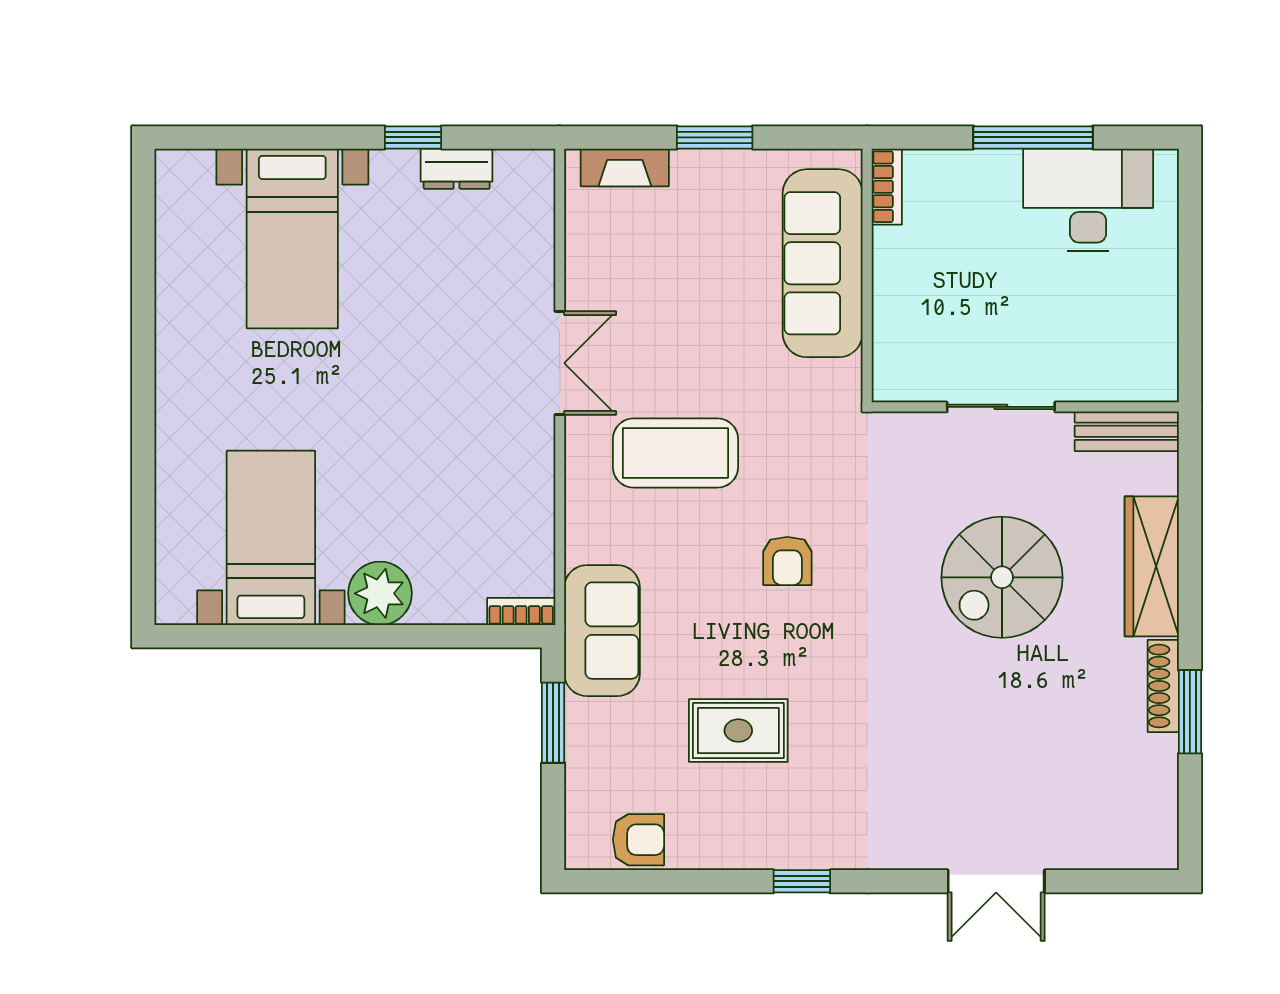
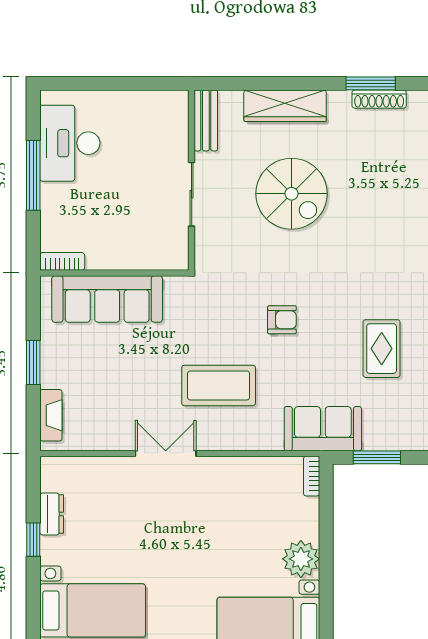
coffee table: (675, 453) -> (219, 385), turned 90
shoe rack: (1163, 686) -> (379, 99), moved

